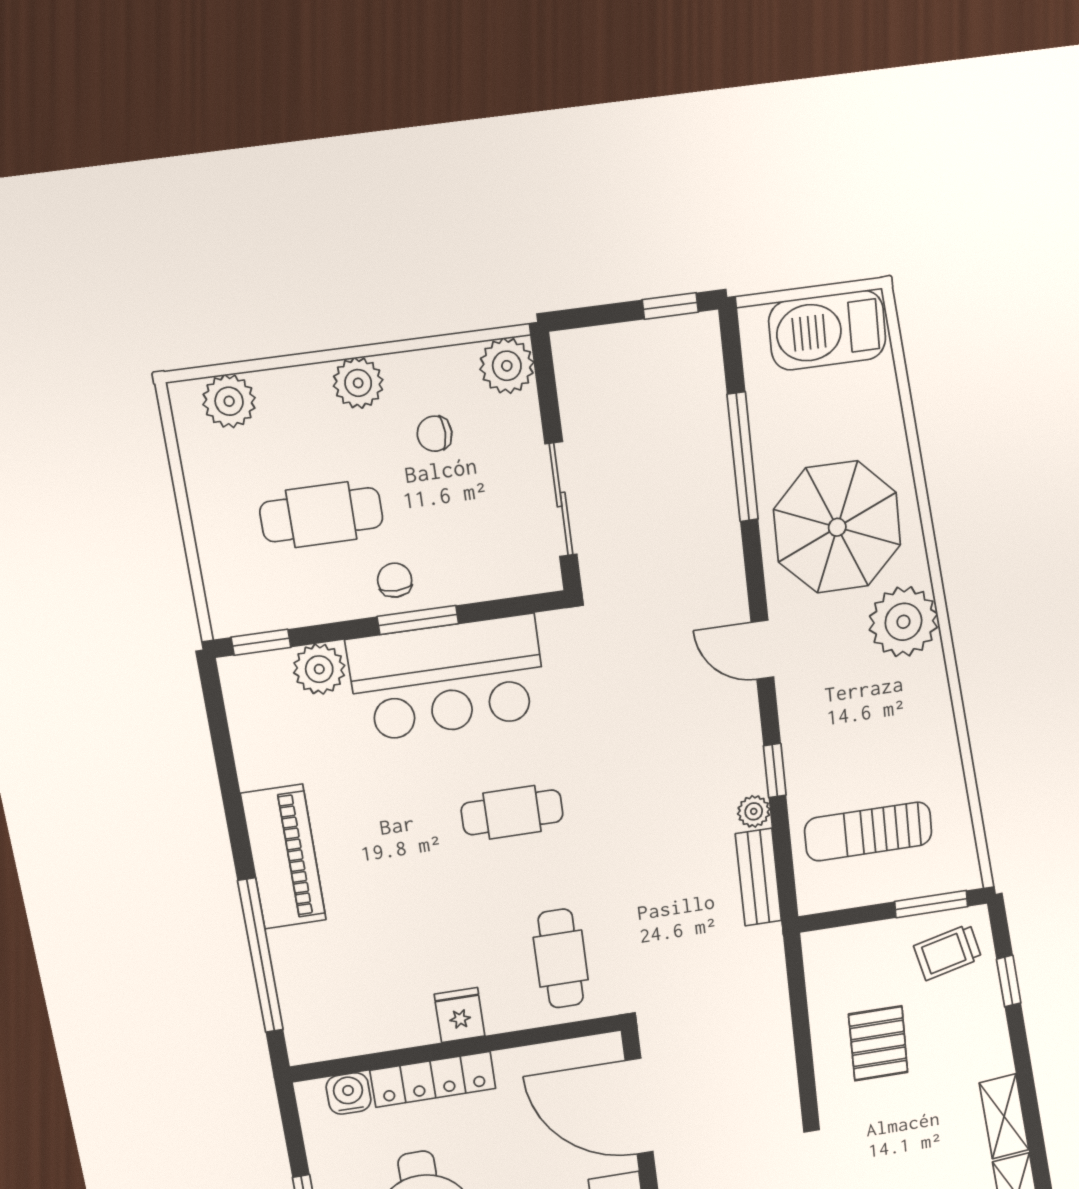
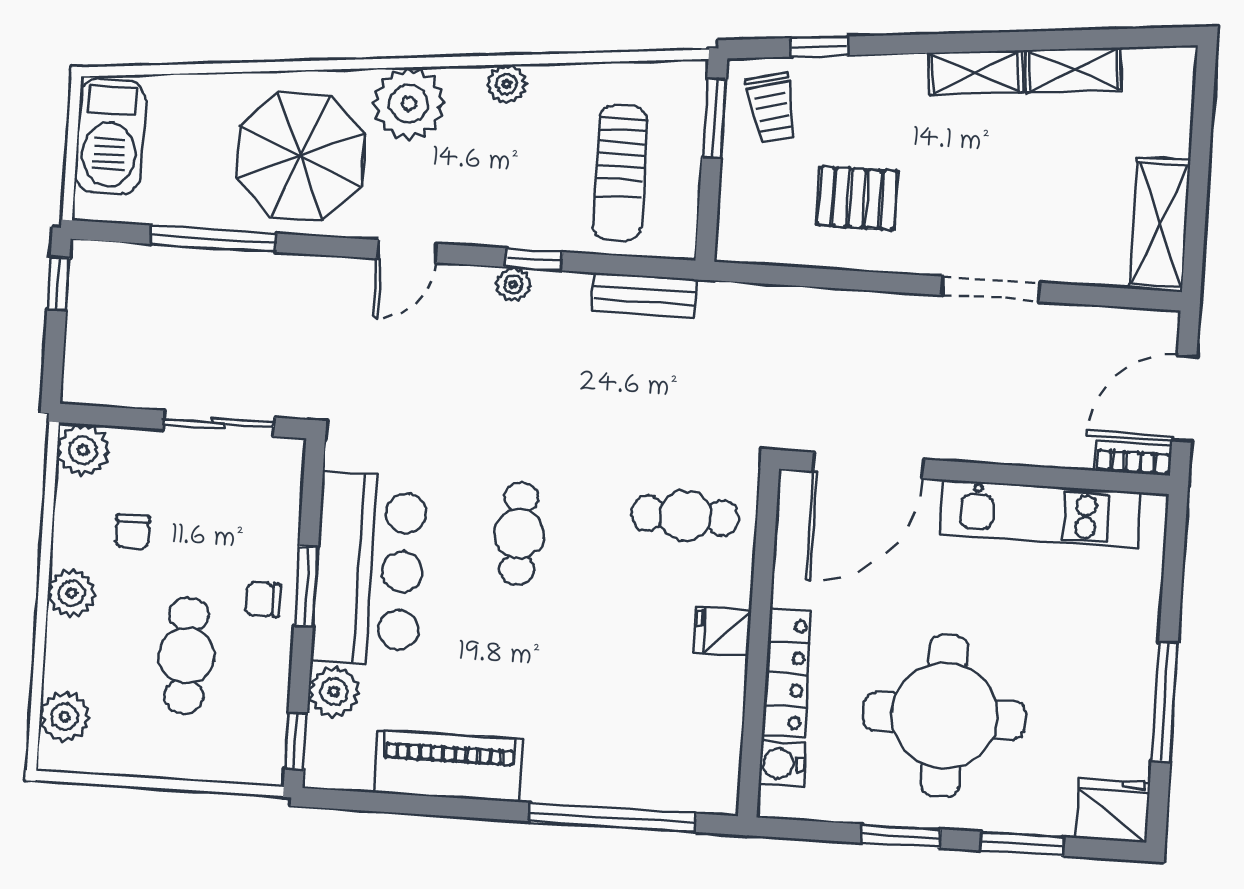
plant: (935, 710) -> (507, 84), added
plant: (754, 811) -> (513, 284), moved
piano: (284, 857) -> (448, 766), moved

